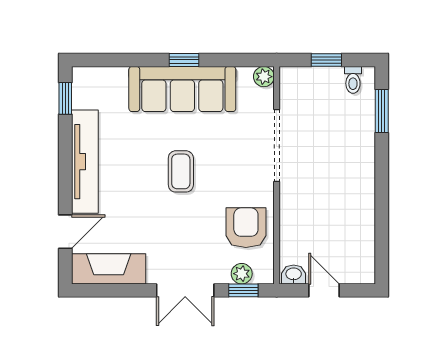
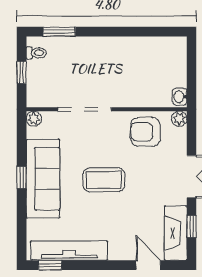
tv unit: (85, 162) -> (69, 251), moved
coffee table: (181, 171) -> (104, 180), width x1.36, depth x1.30
plant: (242, 274) -> (179, 119), moved
window: (243, 290) -> (192, 227), moved
door: (324, 290) -> (192, 74), removed

